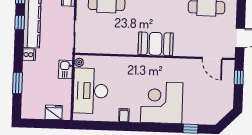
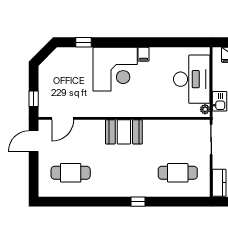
door: (212, 58) -> (63, 118), swing flipped
filing cabinet: (124, 115) -> (144, 54), moved

